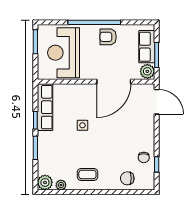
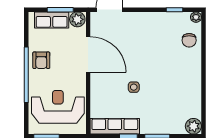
reception desk: (64, 53) -> (58, 107), turned 180
chair: (144, 157) -> (167, 23), removed
coffee table: (87, 174) -> (185, 82), removed
plant: (61, 185) -> (196, 17), moved

